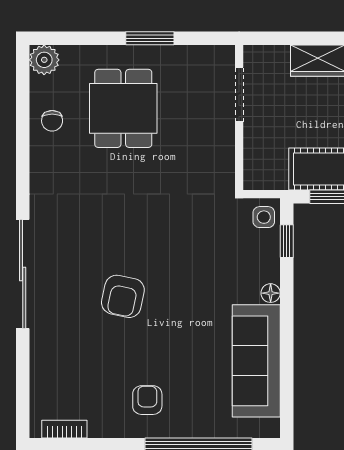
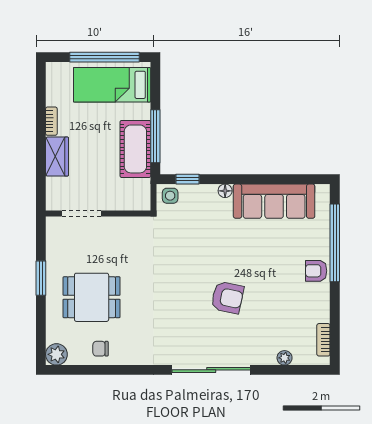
chair: (52, 121) -> (100, 349), turned 180
plant: (39, 375) -> (285, 358), added
armchair: (147, 400) -> (316, 271), moved

